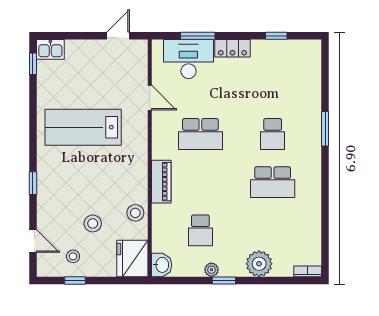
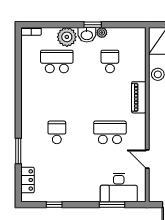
locker: (232, 48) -> (27, 180), moved, turned 90
window: (325, 129) -> (18, 151), moved
school desk: (273, 182) -> (57, 61), moved
washbasin: (162, 265) -> (87, 35), moved, turned -90

